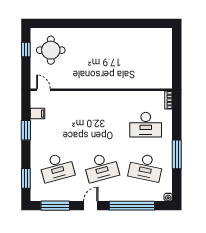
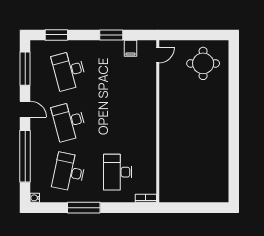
window: (26, 50) -> (204, 35), removed

